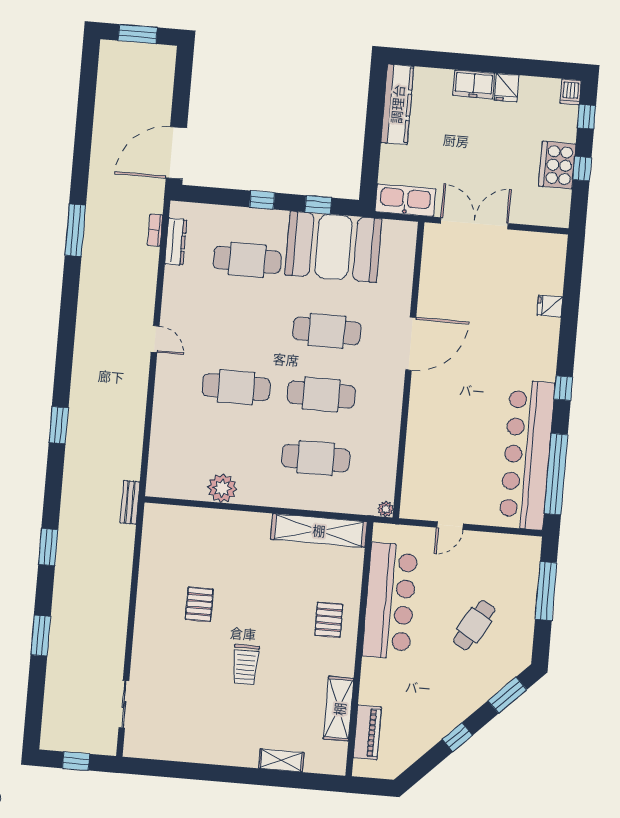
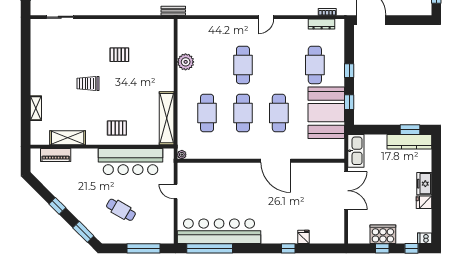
window: (376, 101) -> (410, 130), added
window: (563, 388) -> (288, 248), moved

